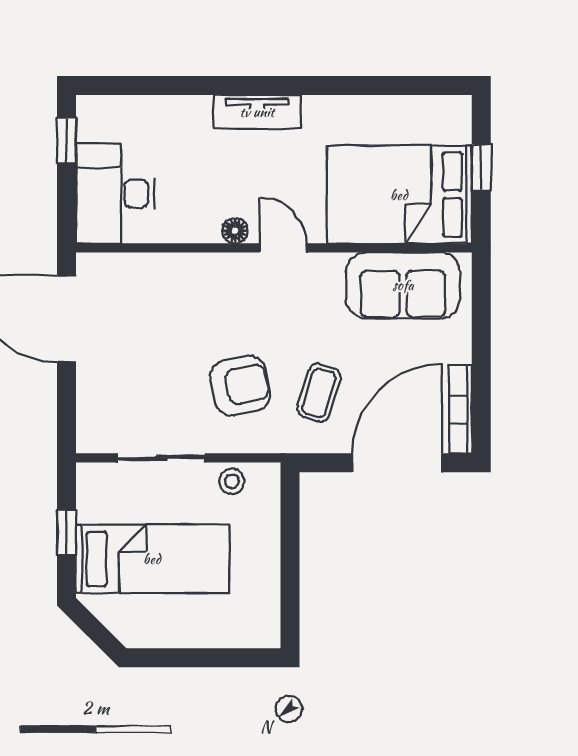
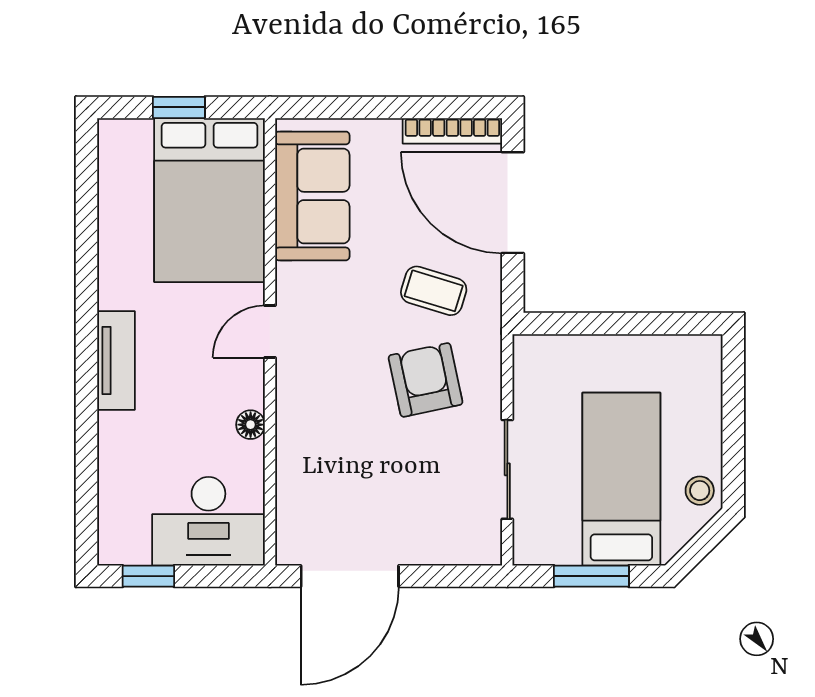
floor lamp: (235, 231) -> (251, 425), moved
stool: (232, 481) -> (700, 491), moved
window: (67, 532) -> (591, 576), width x1.50

